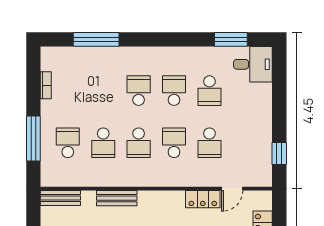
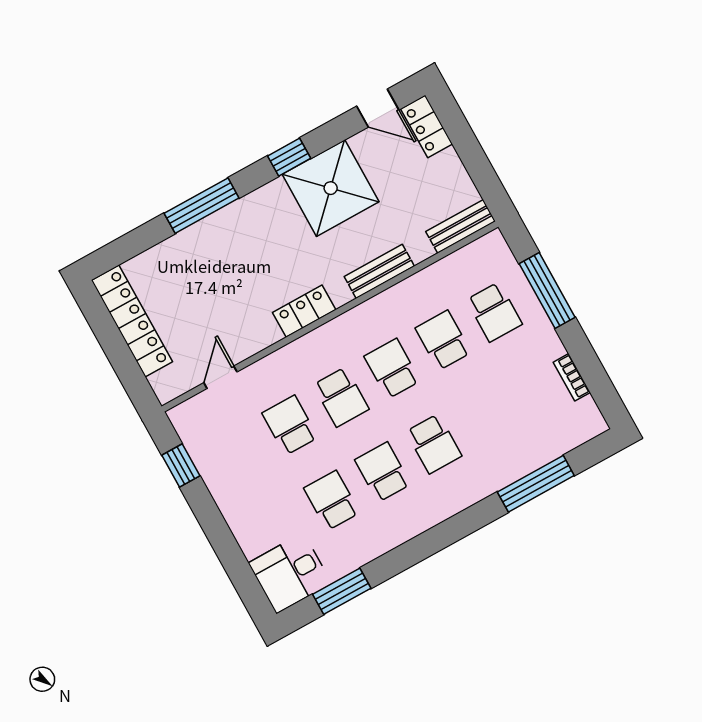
school desk: (174, 91) -> (383, 472), turned 180
locker: (203, 199) -> (304, 311), moved

